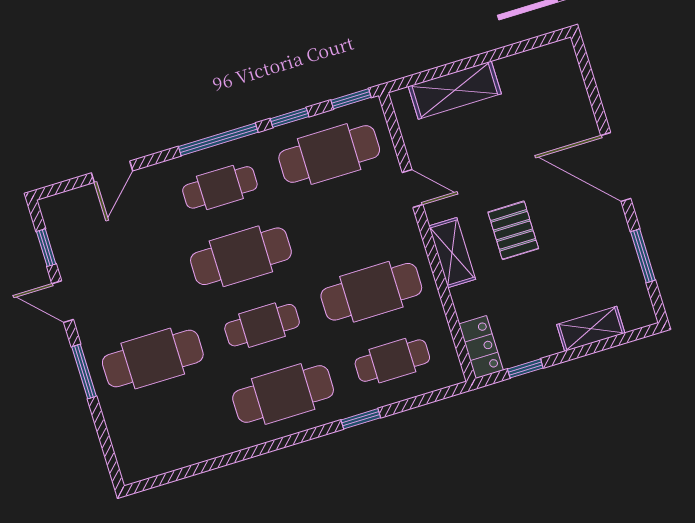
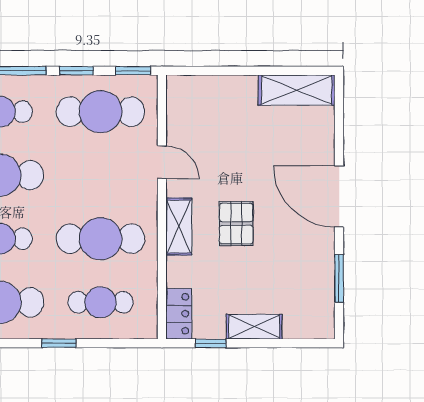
shelving: (455, 90) -> (297, 90), moved
shelving: (591, 329) -> (254, 327), moved

